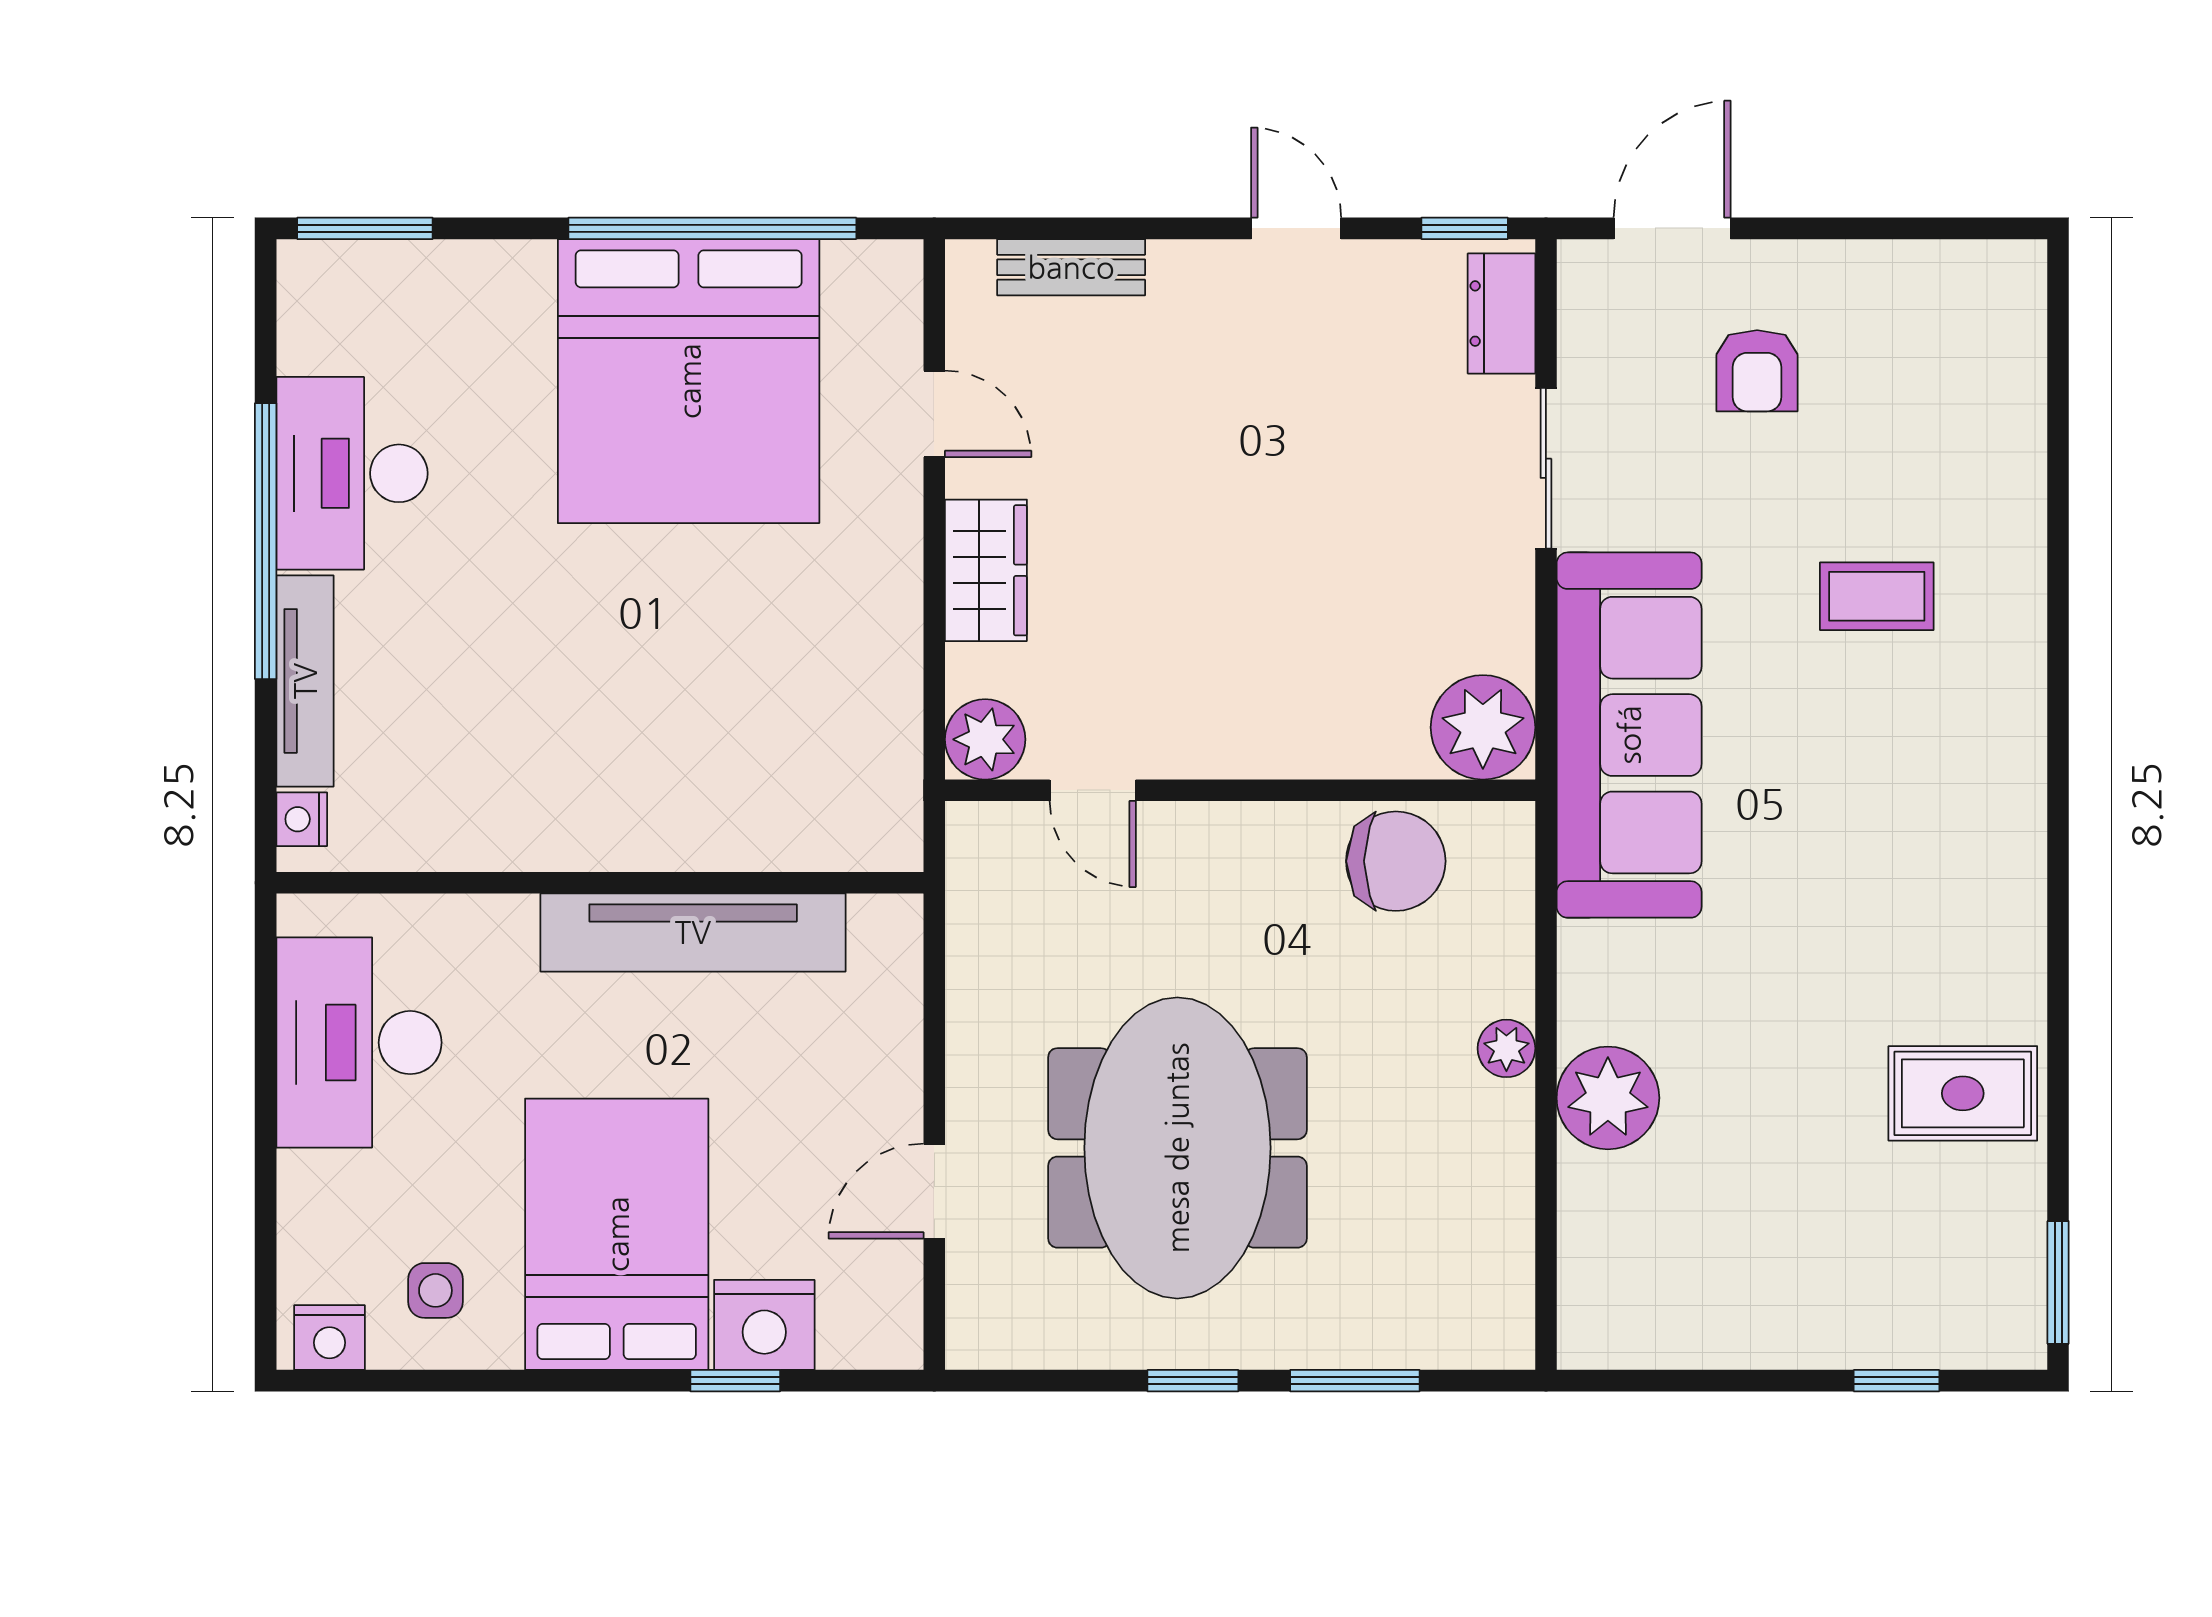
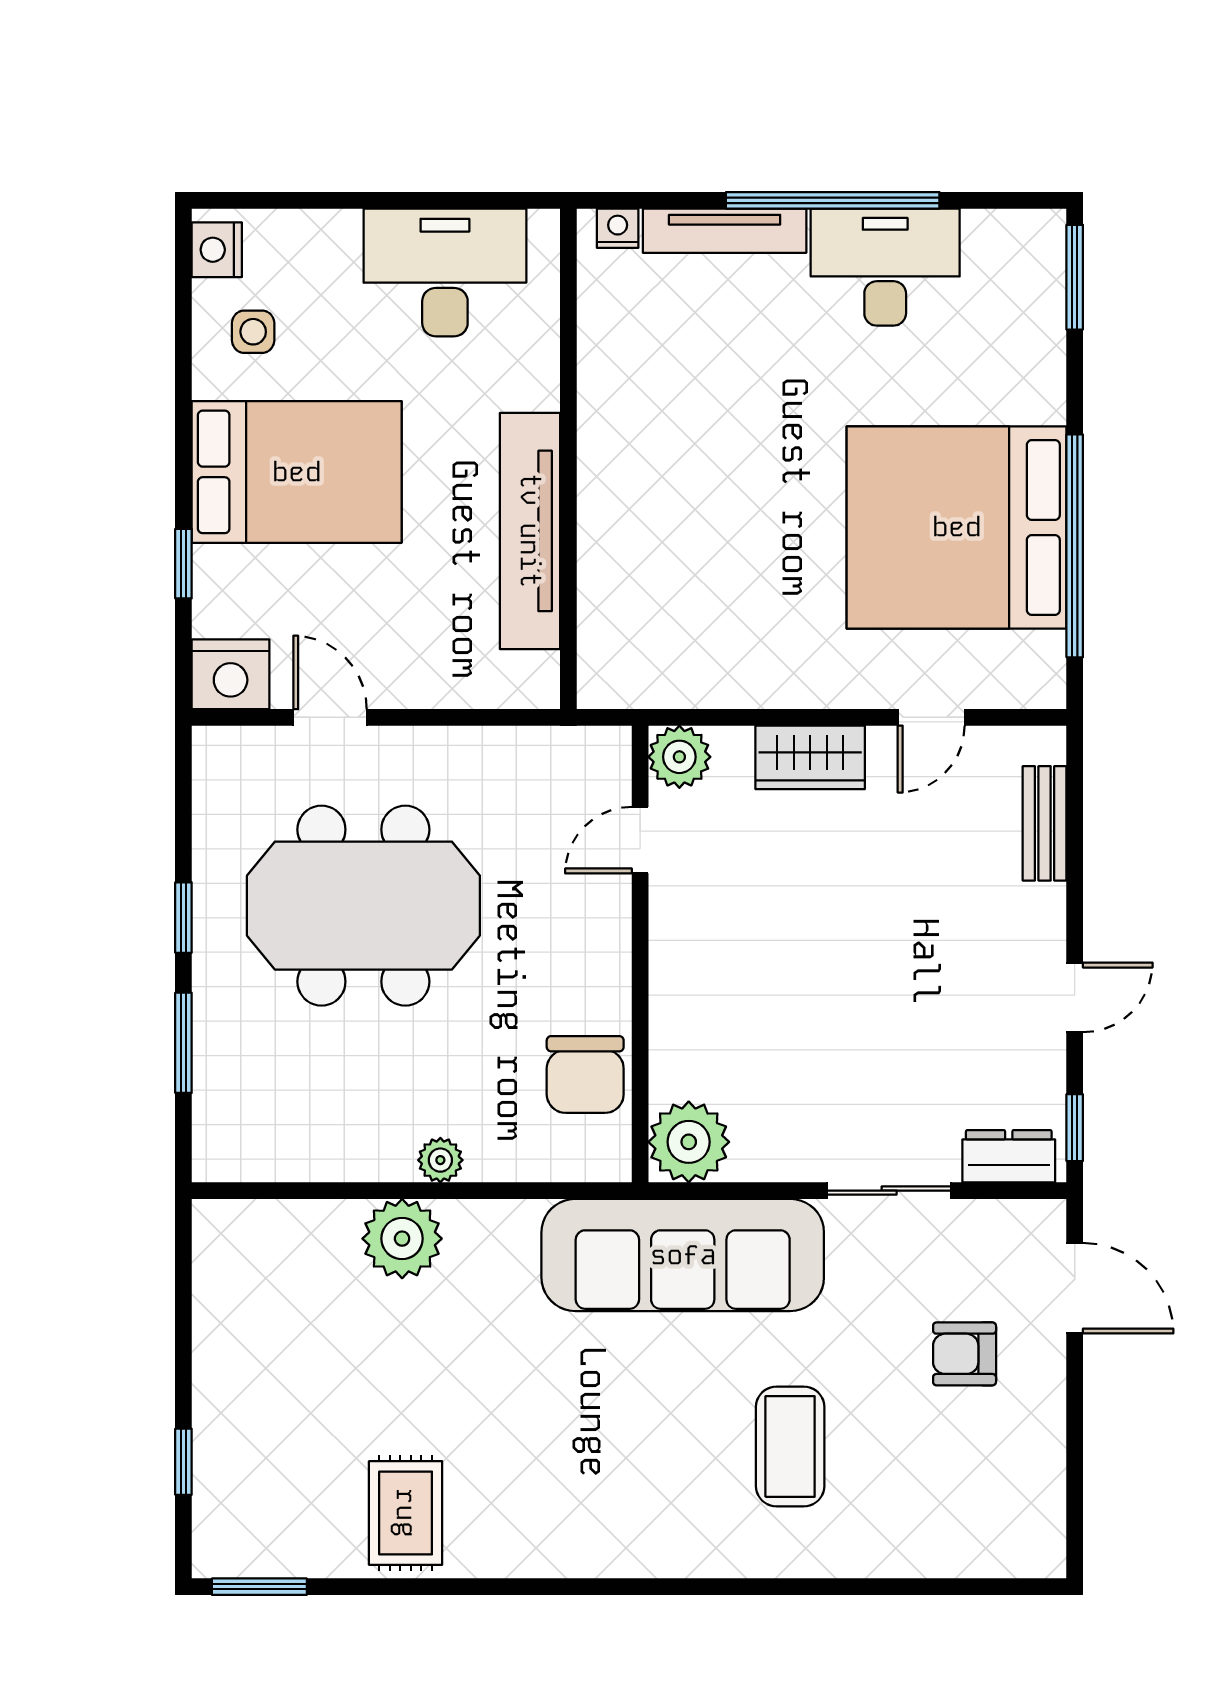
coffee table: (1877, 596) -> (790, 1446), width x1.36, depth x1.30
nightstand: (764, 1325) -> (231, 674), moved, turned -90

